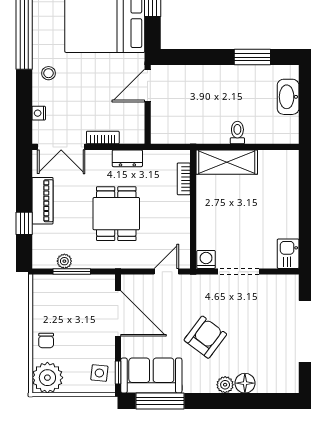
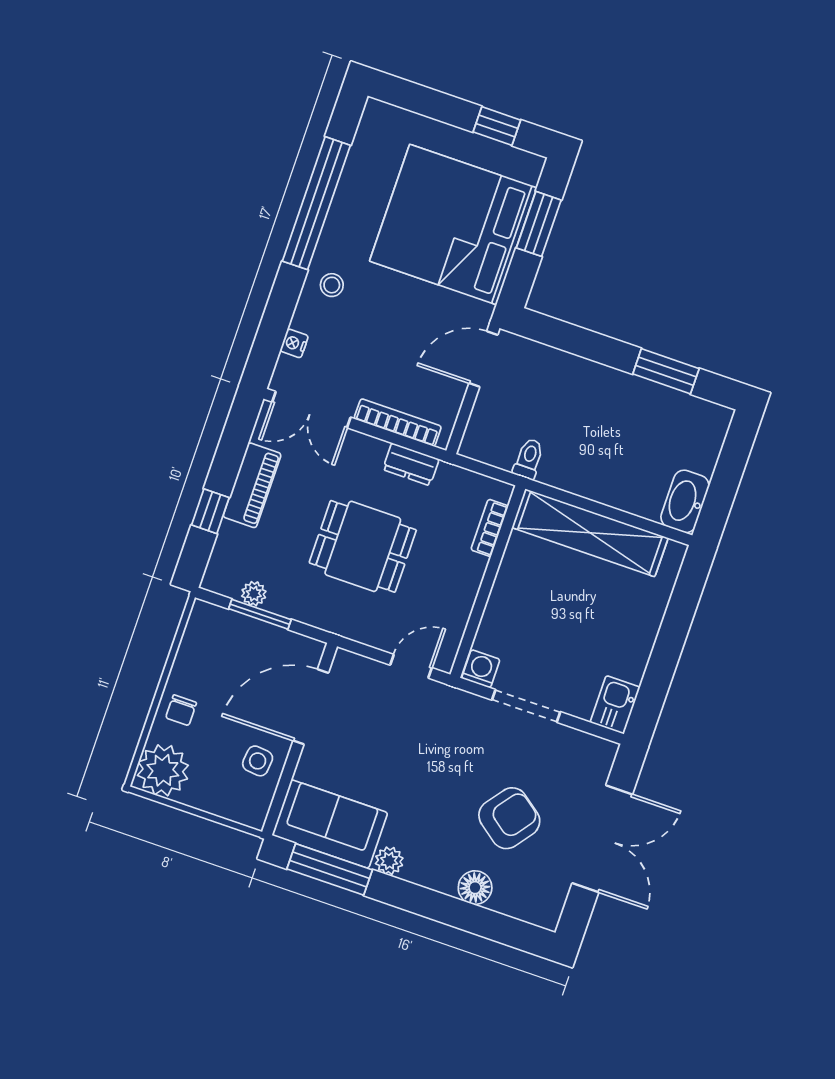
washbasin: (288, 97) -> (685, 501), moved
toilet: (237, 133) -> (529, 459), moved
bookcase: (103, 138) -> (398, 423), width x1.56
shelving: (227, 162) -> (590, 533), width x1.47
dining table: (116, 214) -> (363, 546), turned 90
door: (118, 314) -> (311, 707), swing flipped
armchair: (205, 337) -> (509, 818), moved
window: (118, 372) -> (278, 801), removed
side table: (99, 373) -> (258, 761), moved
plant: (225, 385) -> (389, 861), moved

